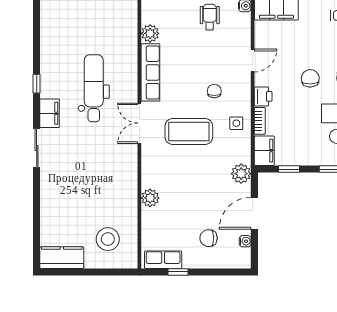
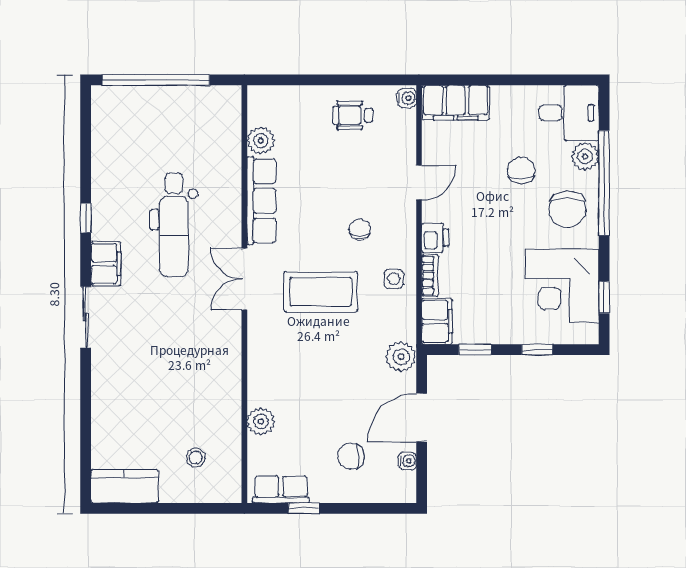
wheelchair: (210, 17) -> (353, 115), turned -90
chair: (310, 78) -> (521, 170), moved
dental chair: (94, 88) -> (174, 225), turned 180
plant: (150, 198) -> (261, 421), moved
stool: (108, 239) -> (196, 458), width x0.53, depth x0.53

